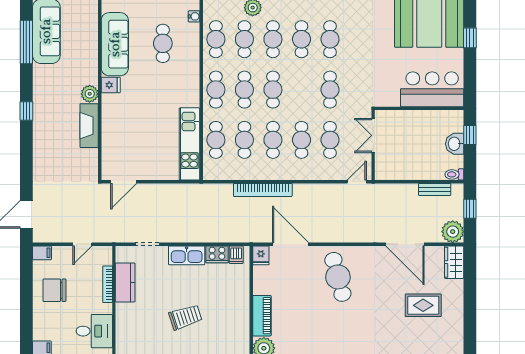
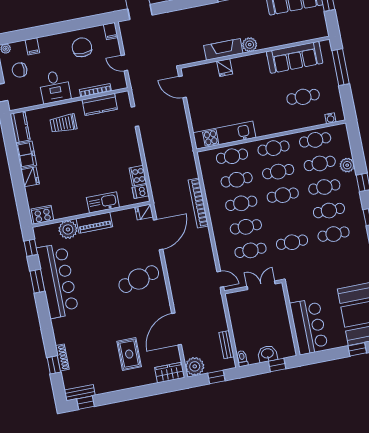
fridge: (111, 85) -> (225, 68), moved
kitchen sink: (187, 255) -> (103, 202), moved, turned 90
trolley: (185, 317) -> (63, 124), moved, turned 108

